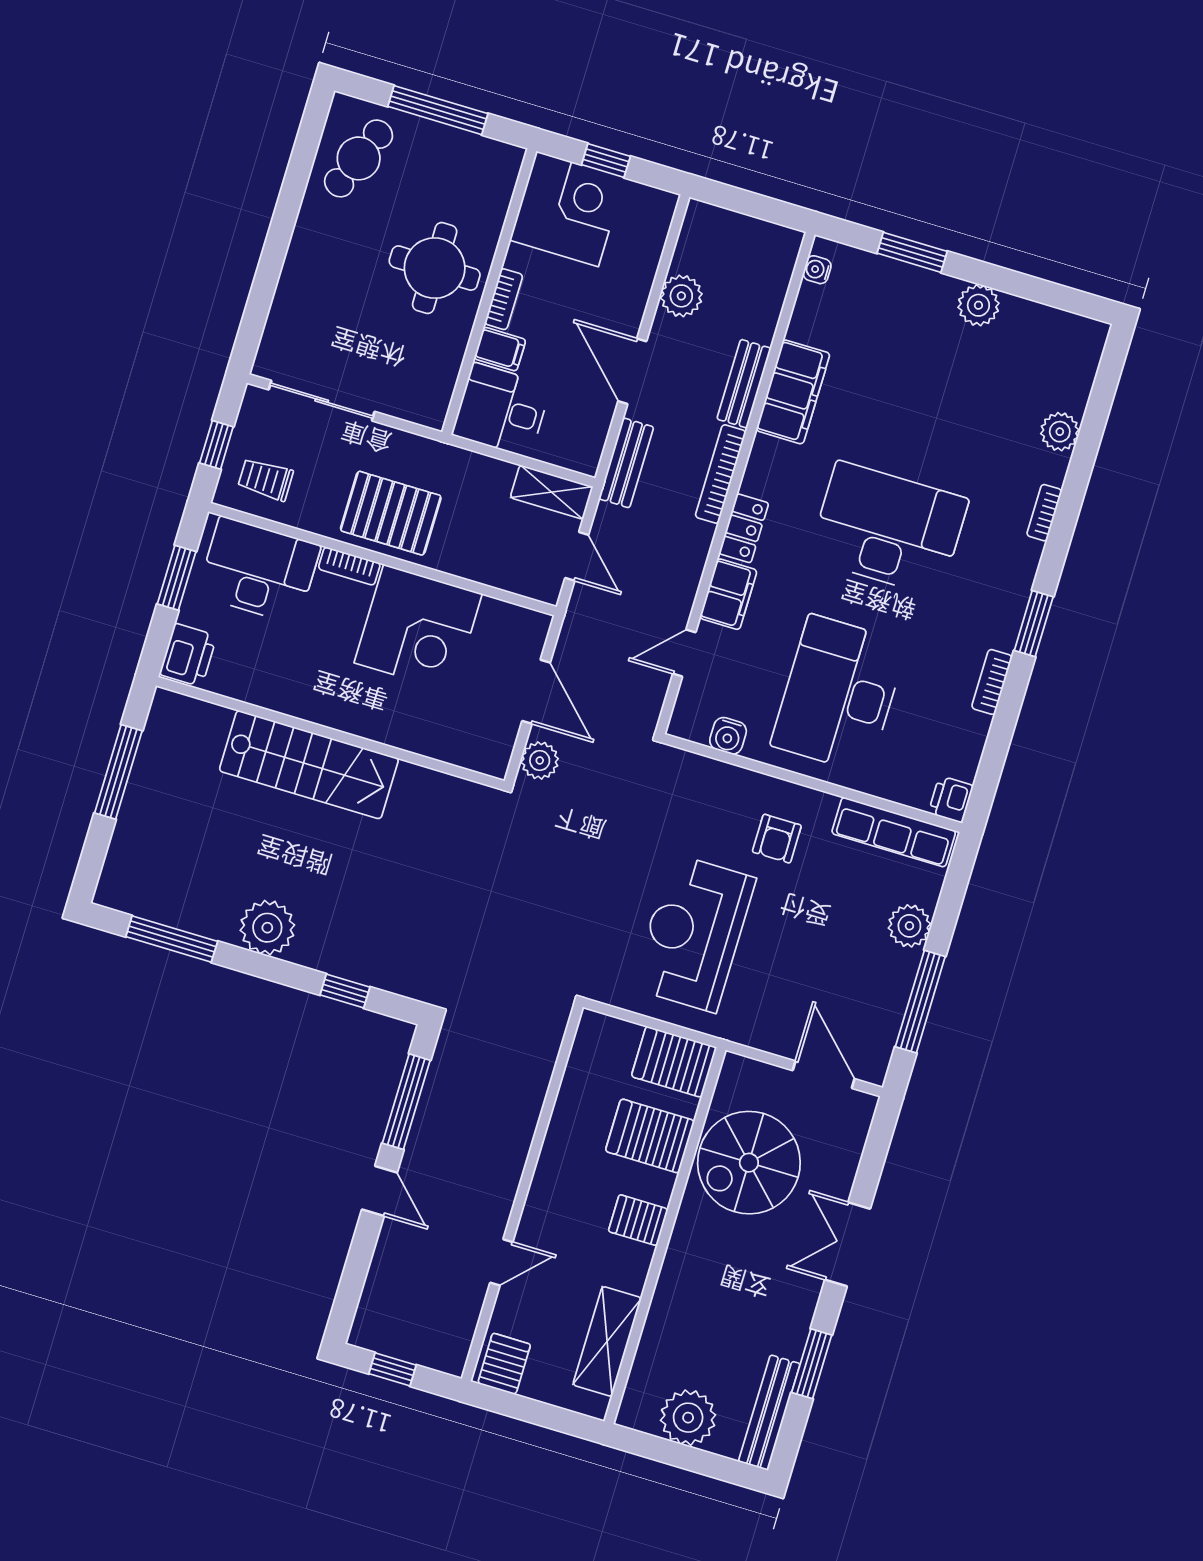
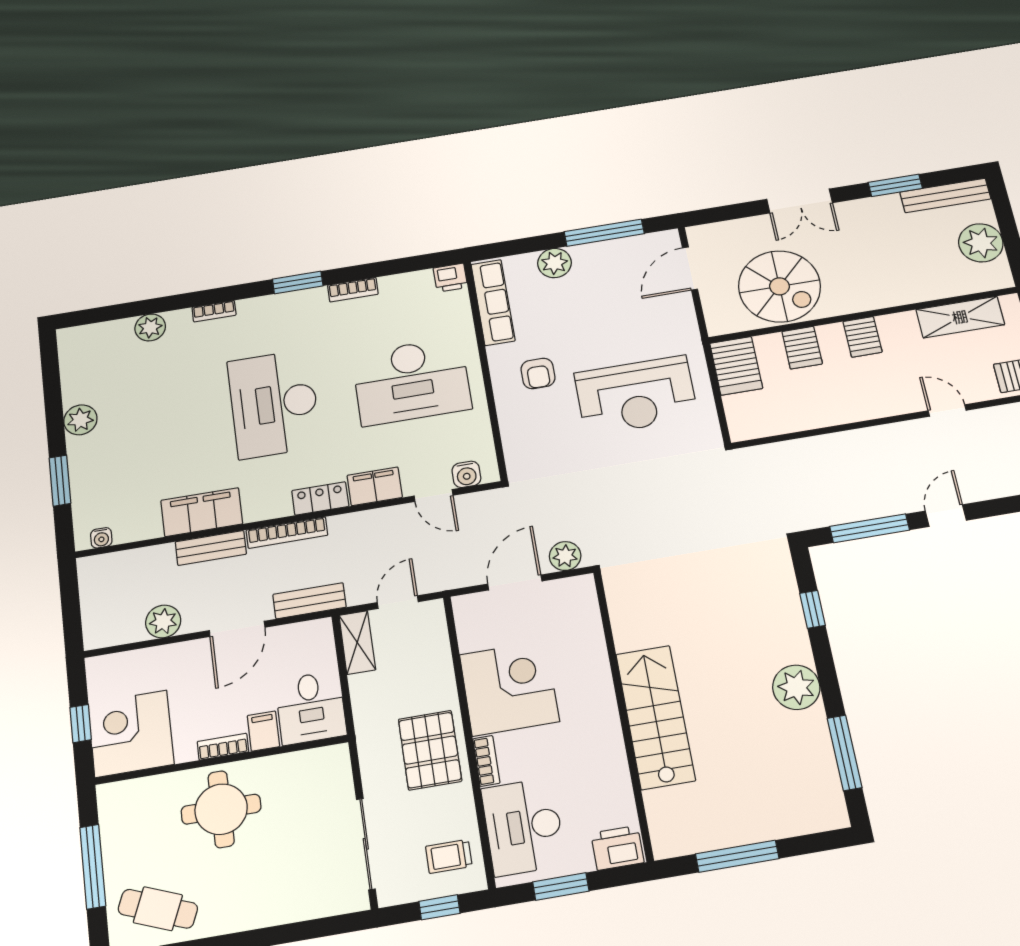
trolley: (266, 479) -> (449, 856), turned 90
water cooler: (728, 736) -> (466, 474), moved, turned 90
armchair: (777, 839) -> (538, 373), turned 90
server rack: (650, 1136) -> (802, 348), width x0.73, depth x0.70

